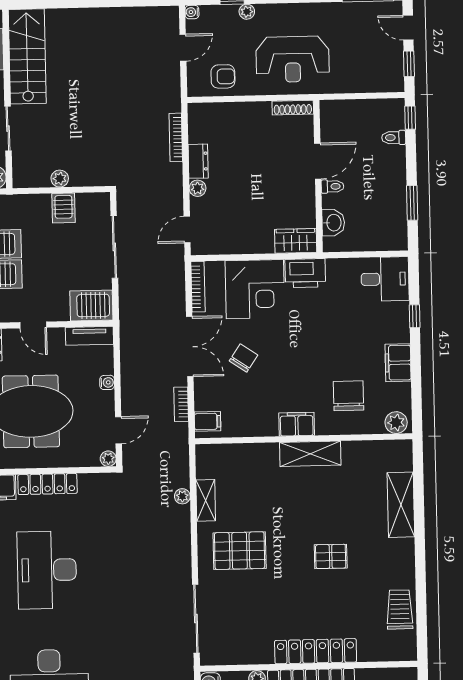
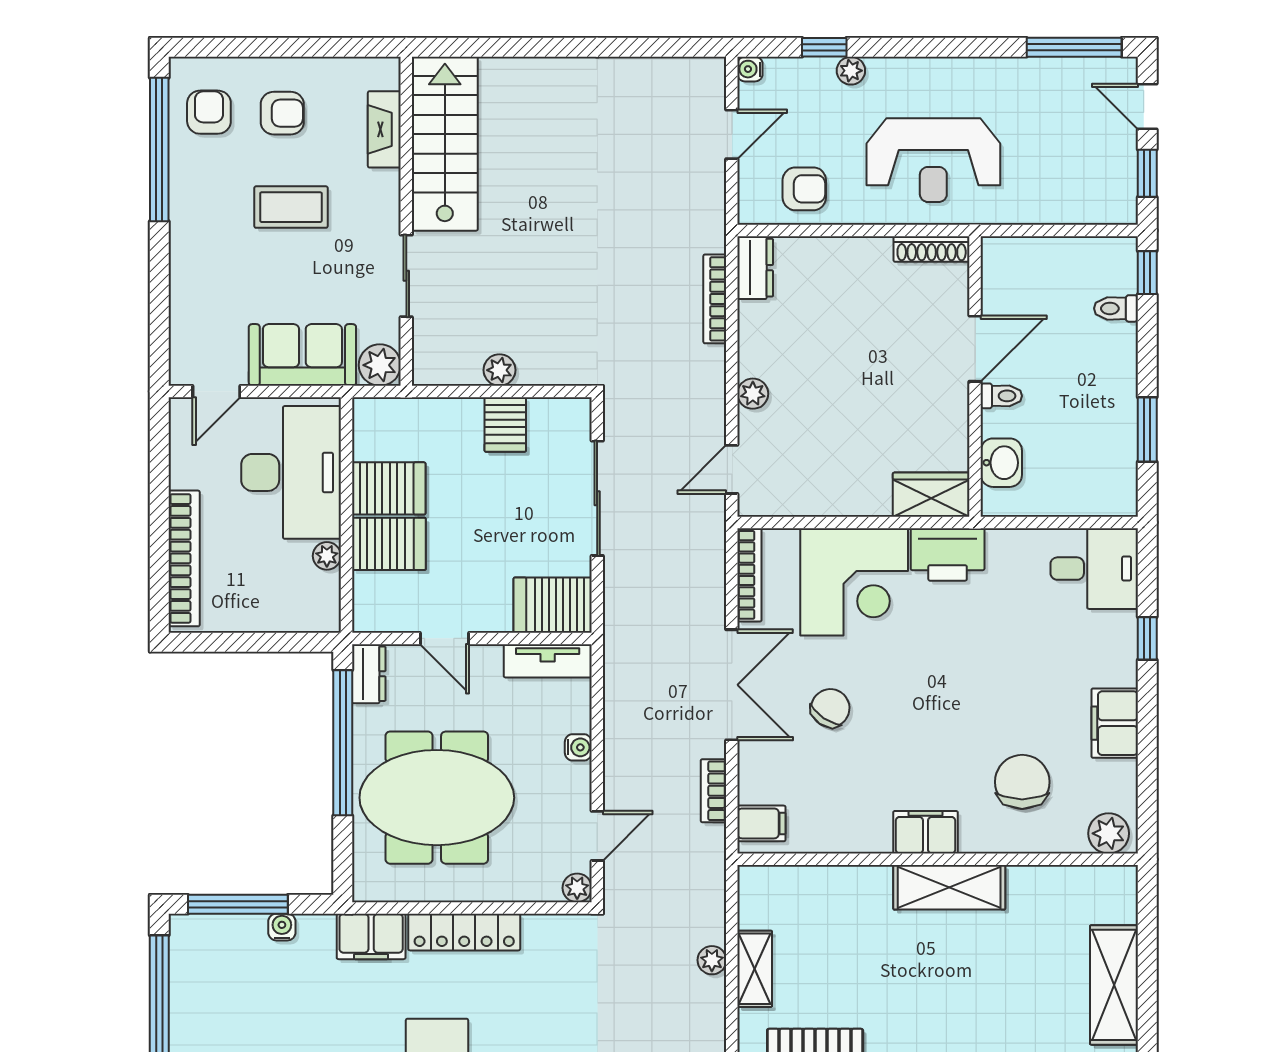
dresser: (198, 161) -> (755, 268), moved

